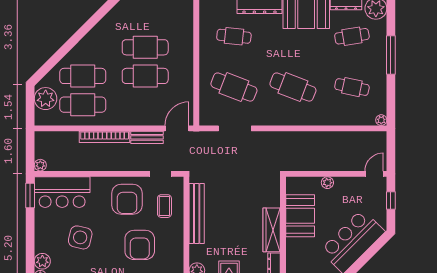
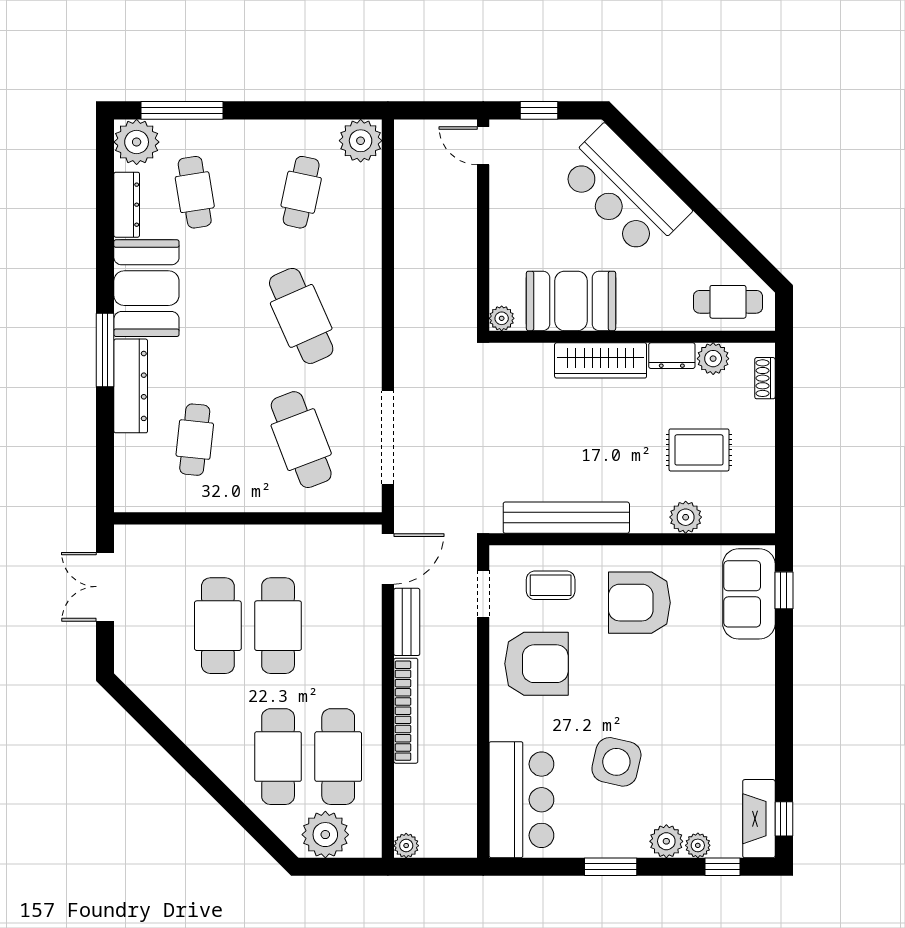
window: (391, 55) -> (182, 110), moved
cafe table: (234, 87) -> (301, 440), turned -42
cafe table: (293, 87) -> (301, 316), turned -45
plant: (381, 120) -> (361, 141), width x1.88, depth x1.88
door: (177, 128) -> (388, 559), swing flipped
doorway: (235, 128) -> (388, 438), width x1.36
plant: (40, 165) -> (406, 846), moved
plant: (327, 183) -> (502, 318), moved
window: (30, 195) -> (611, 867), moved
armchair: (140, 245) -> (639, 603), moved, turned 180

